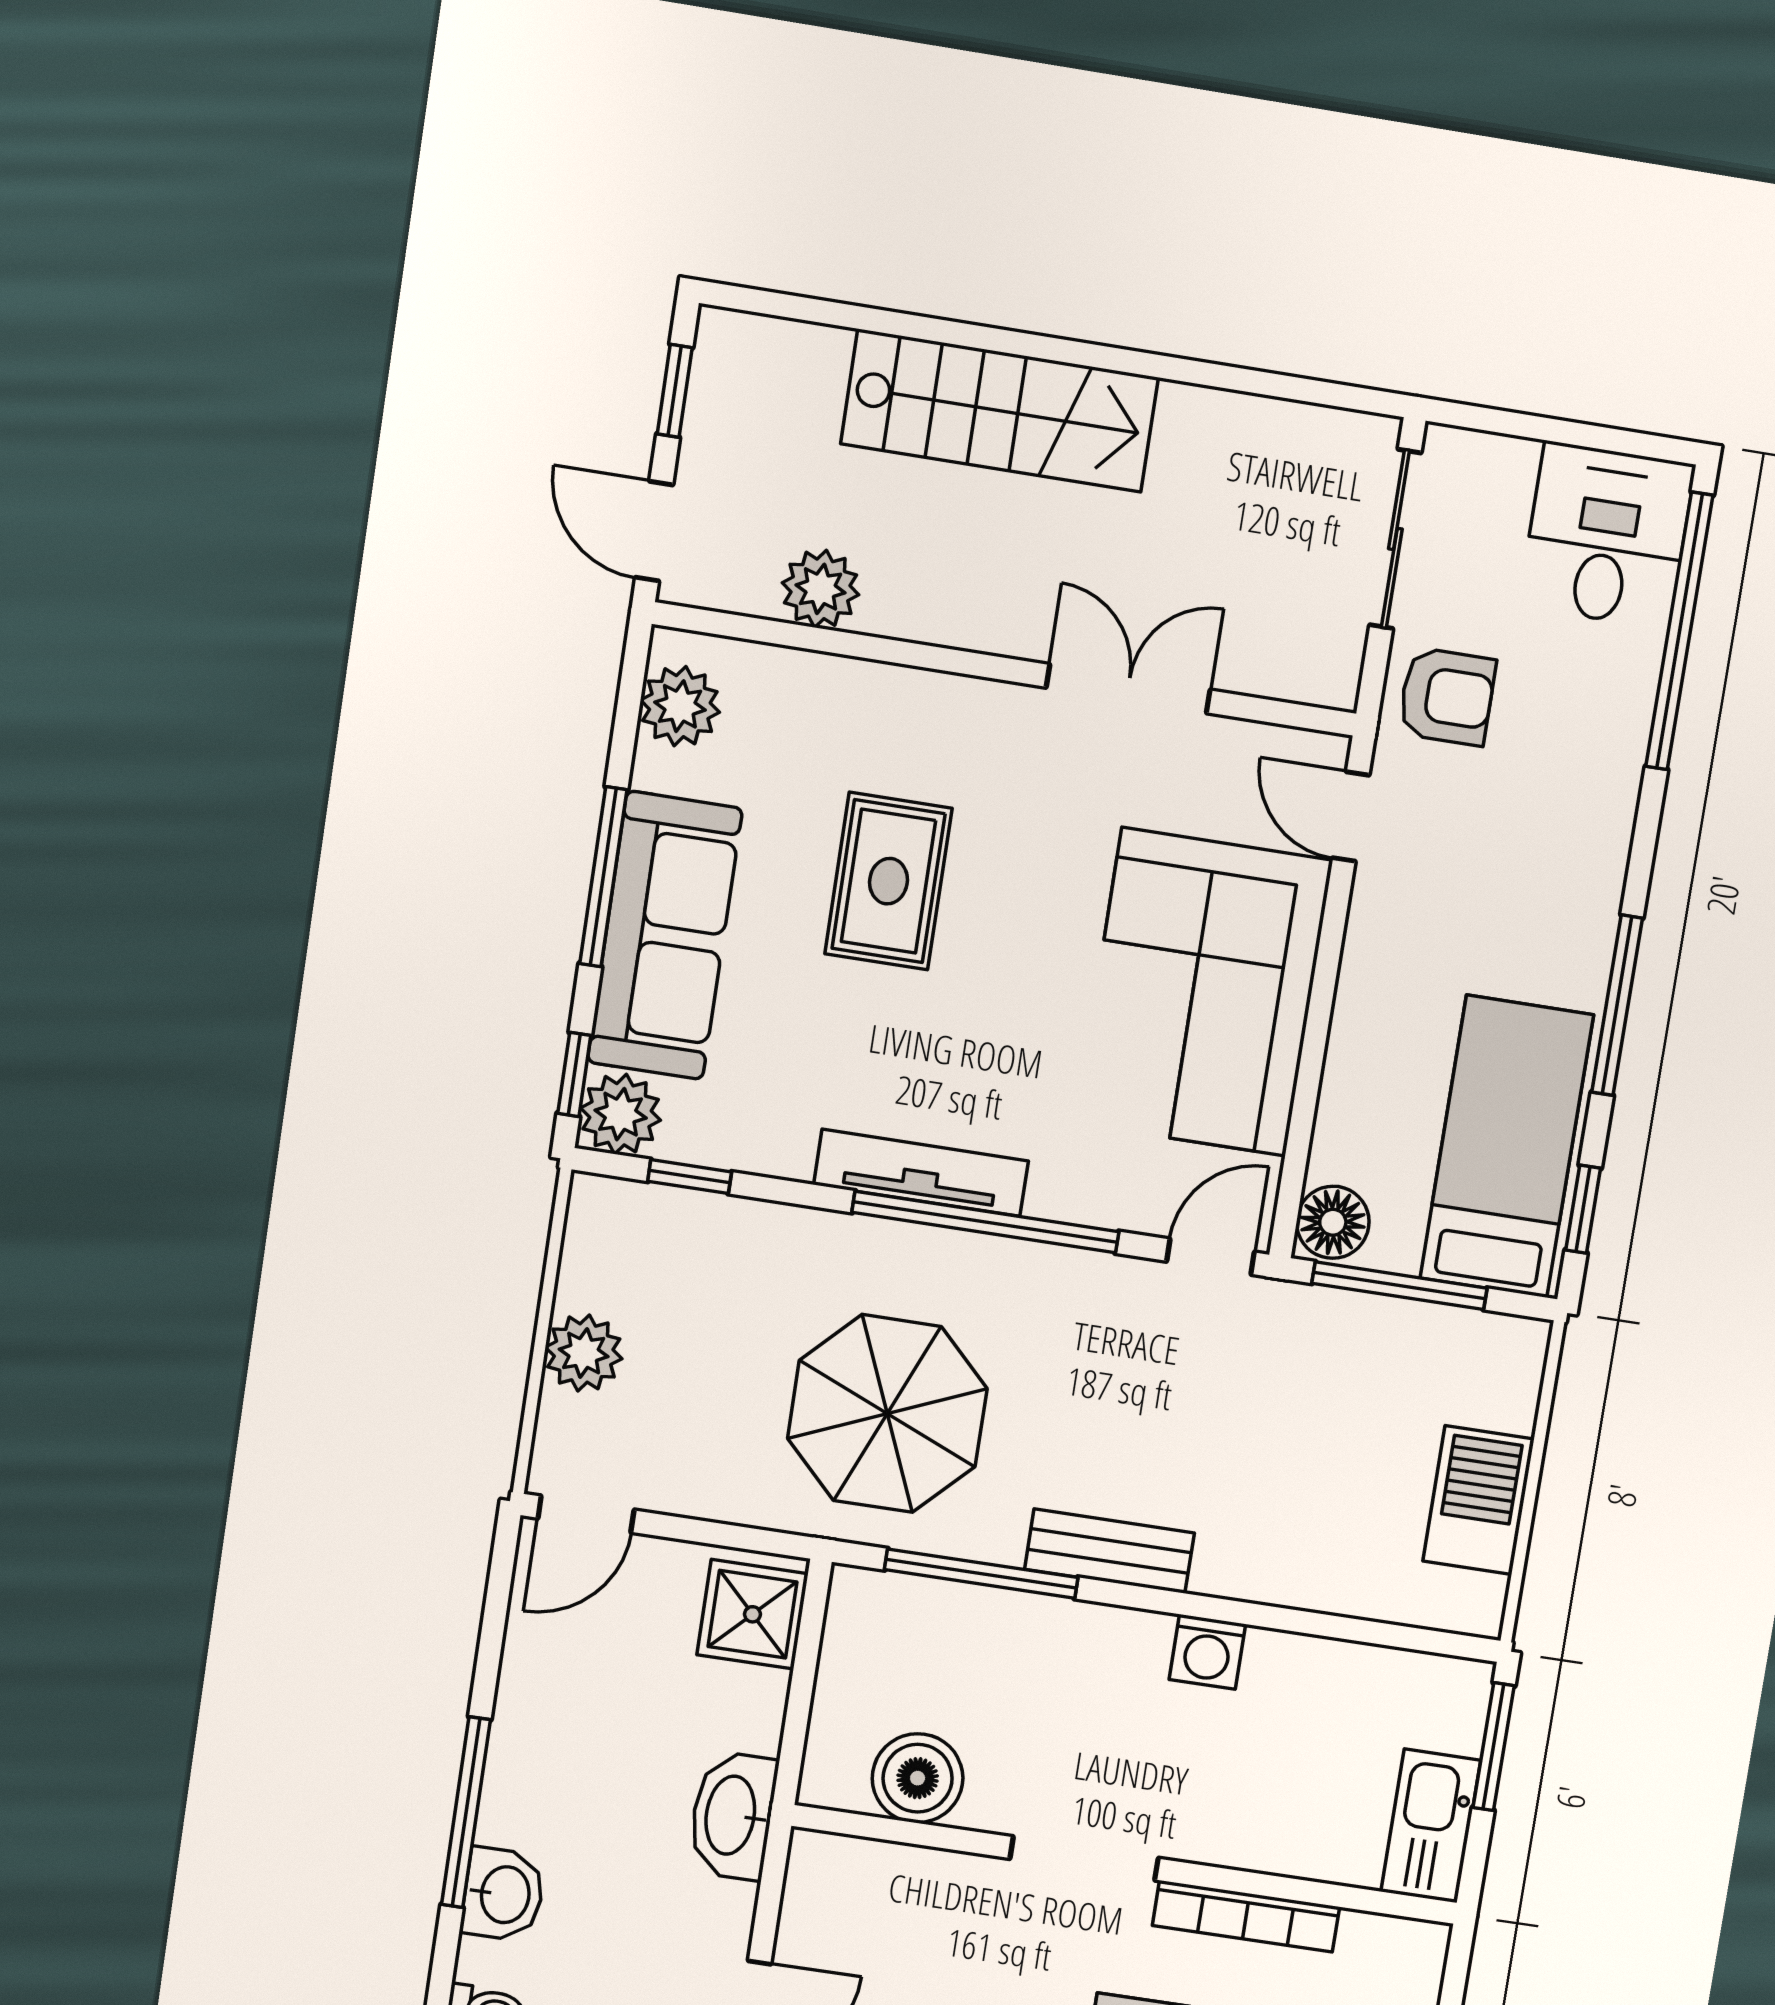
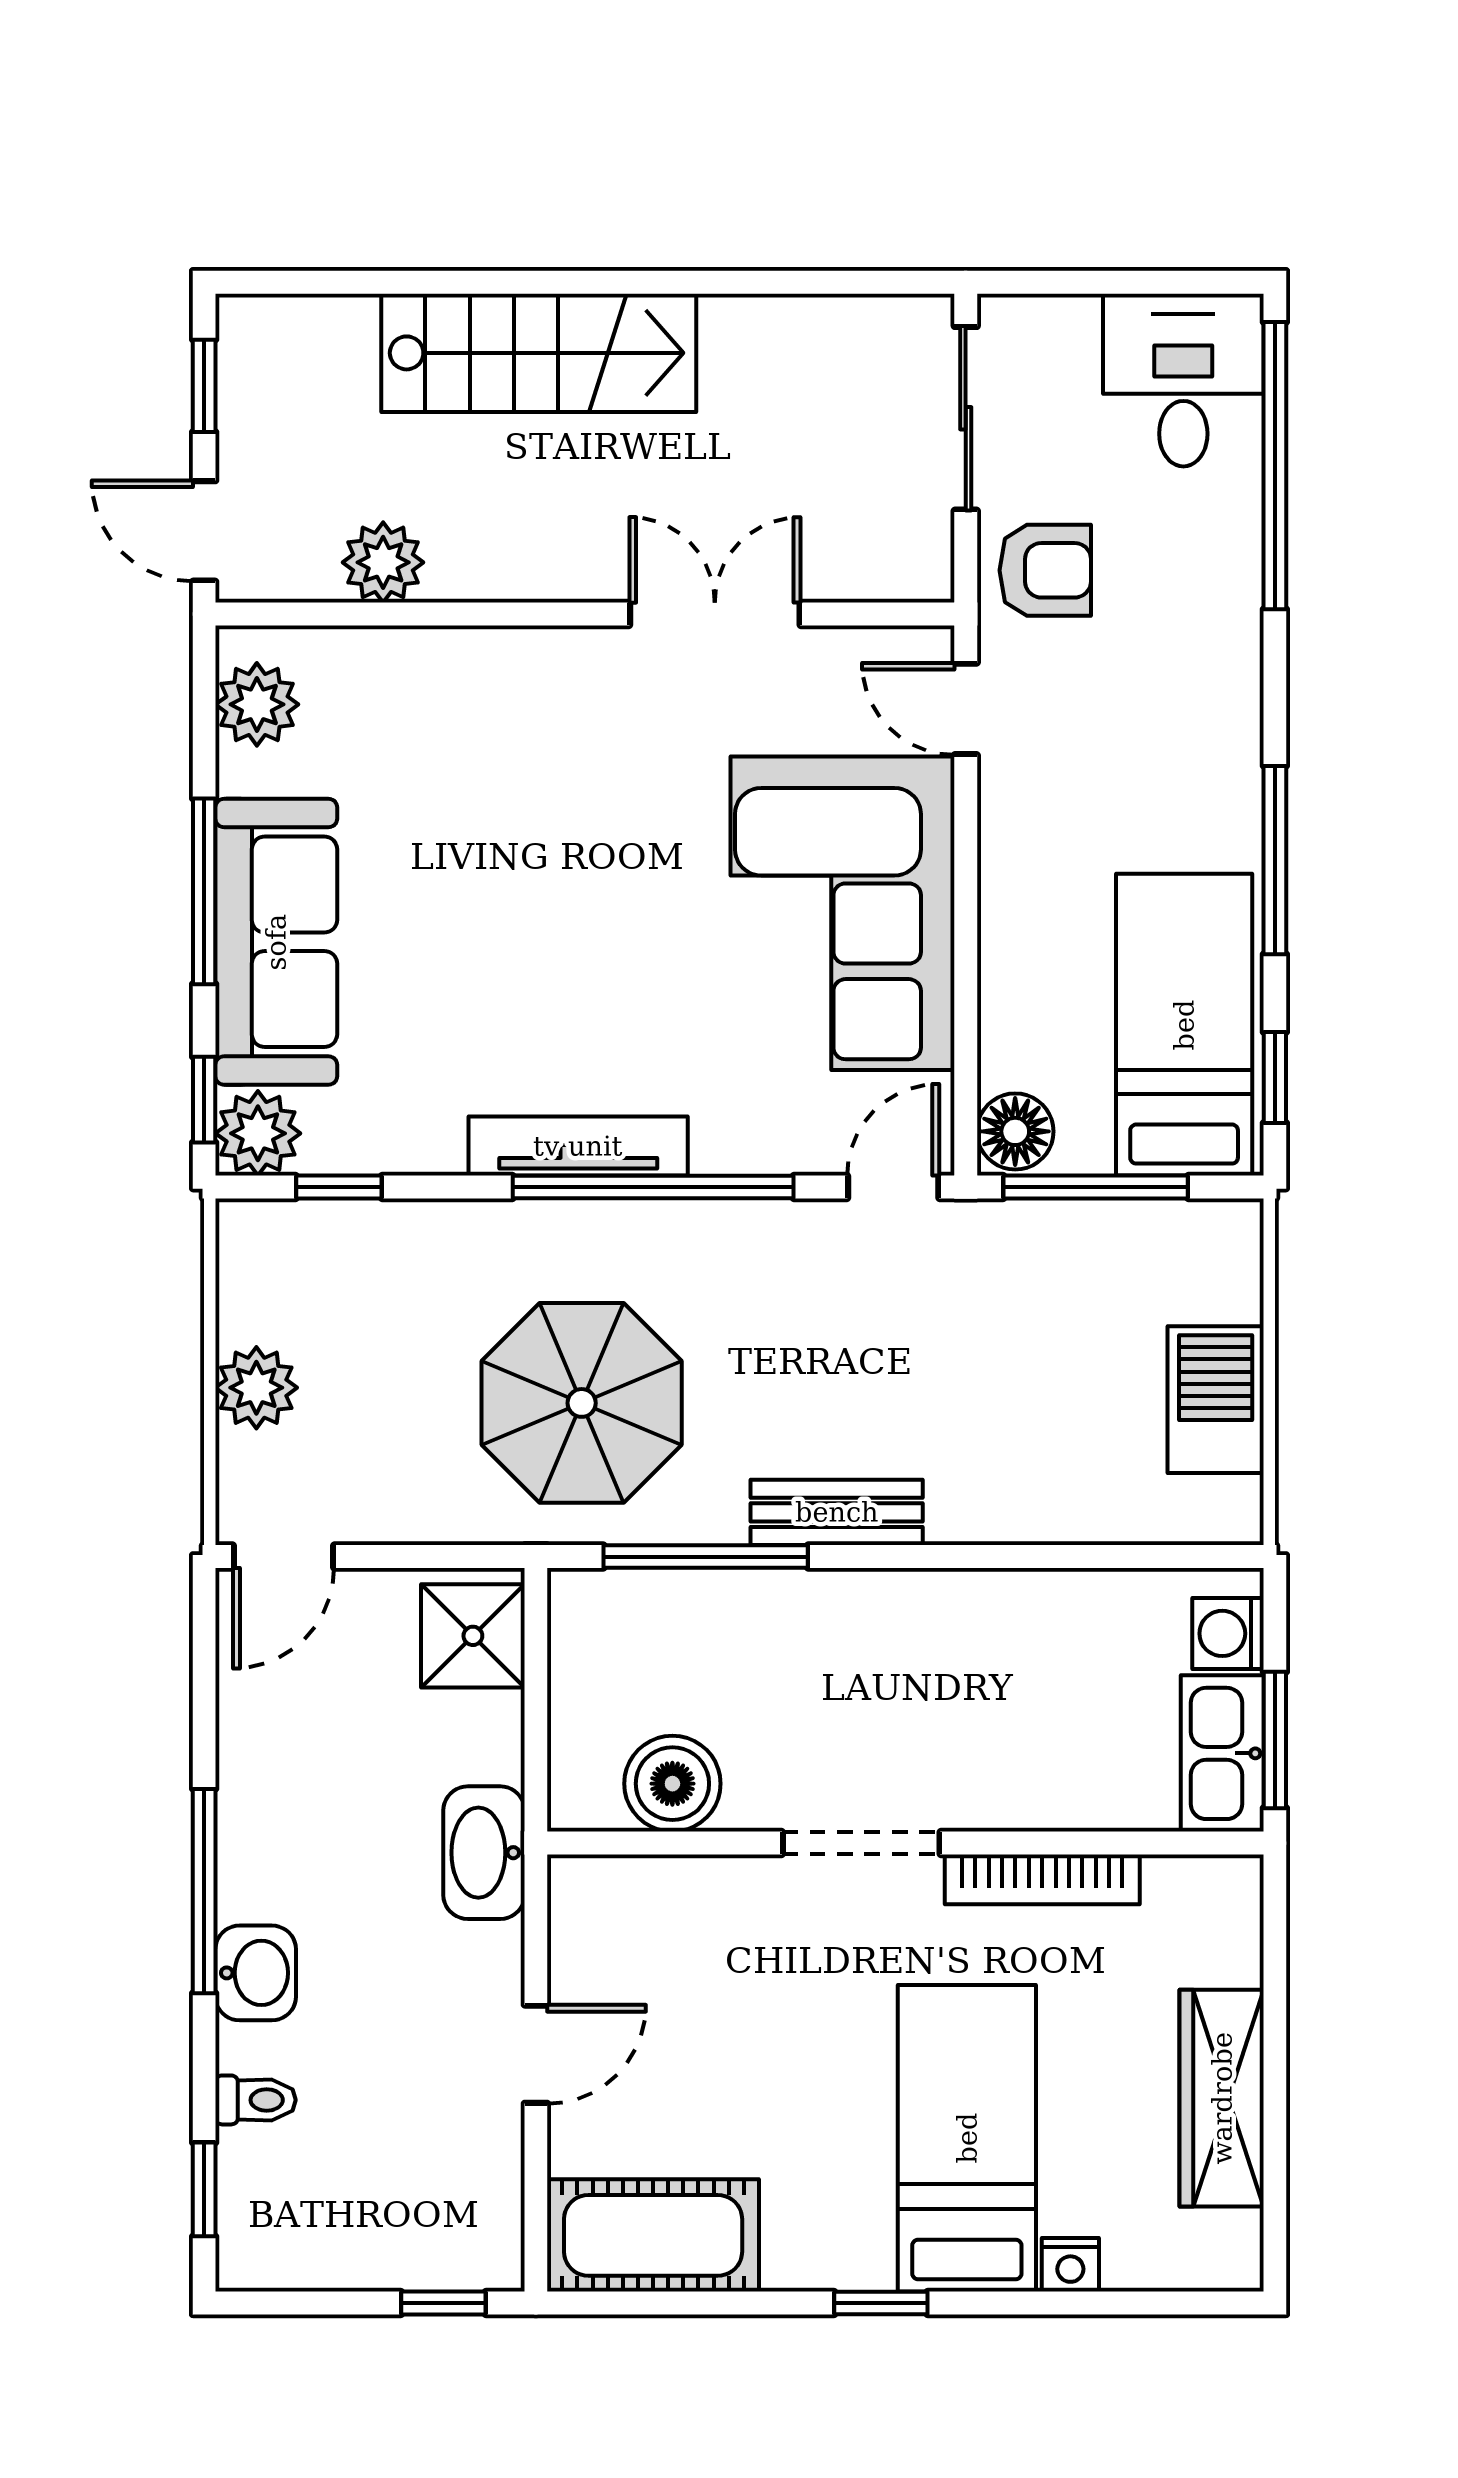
rug: (888, 881) -> (498, 850), removed
washing machine: (1207, 1652) -> (1228, 1633), moved, turned 90
window: (1494, 1747) -> (1275, 1740), moved

